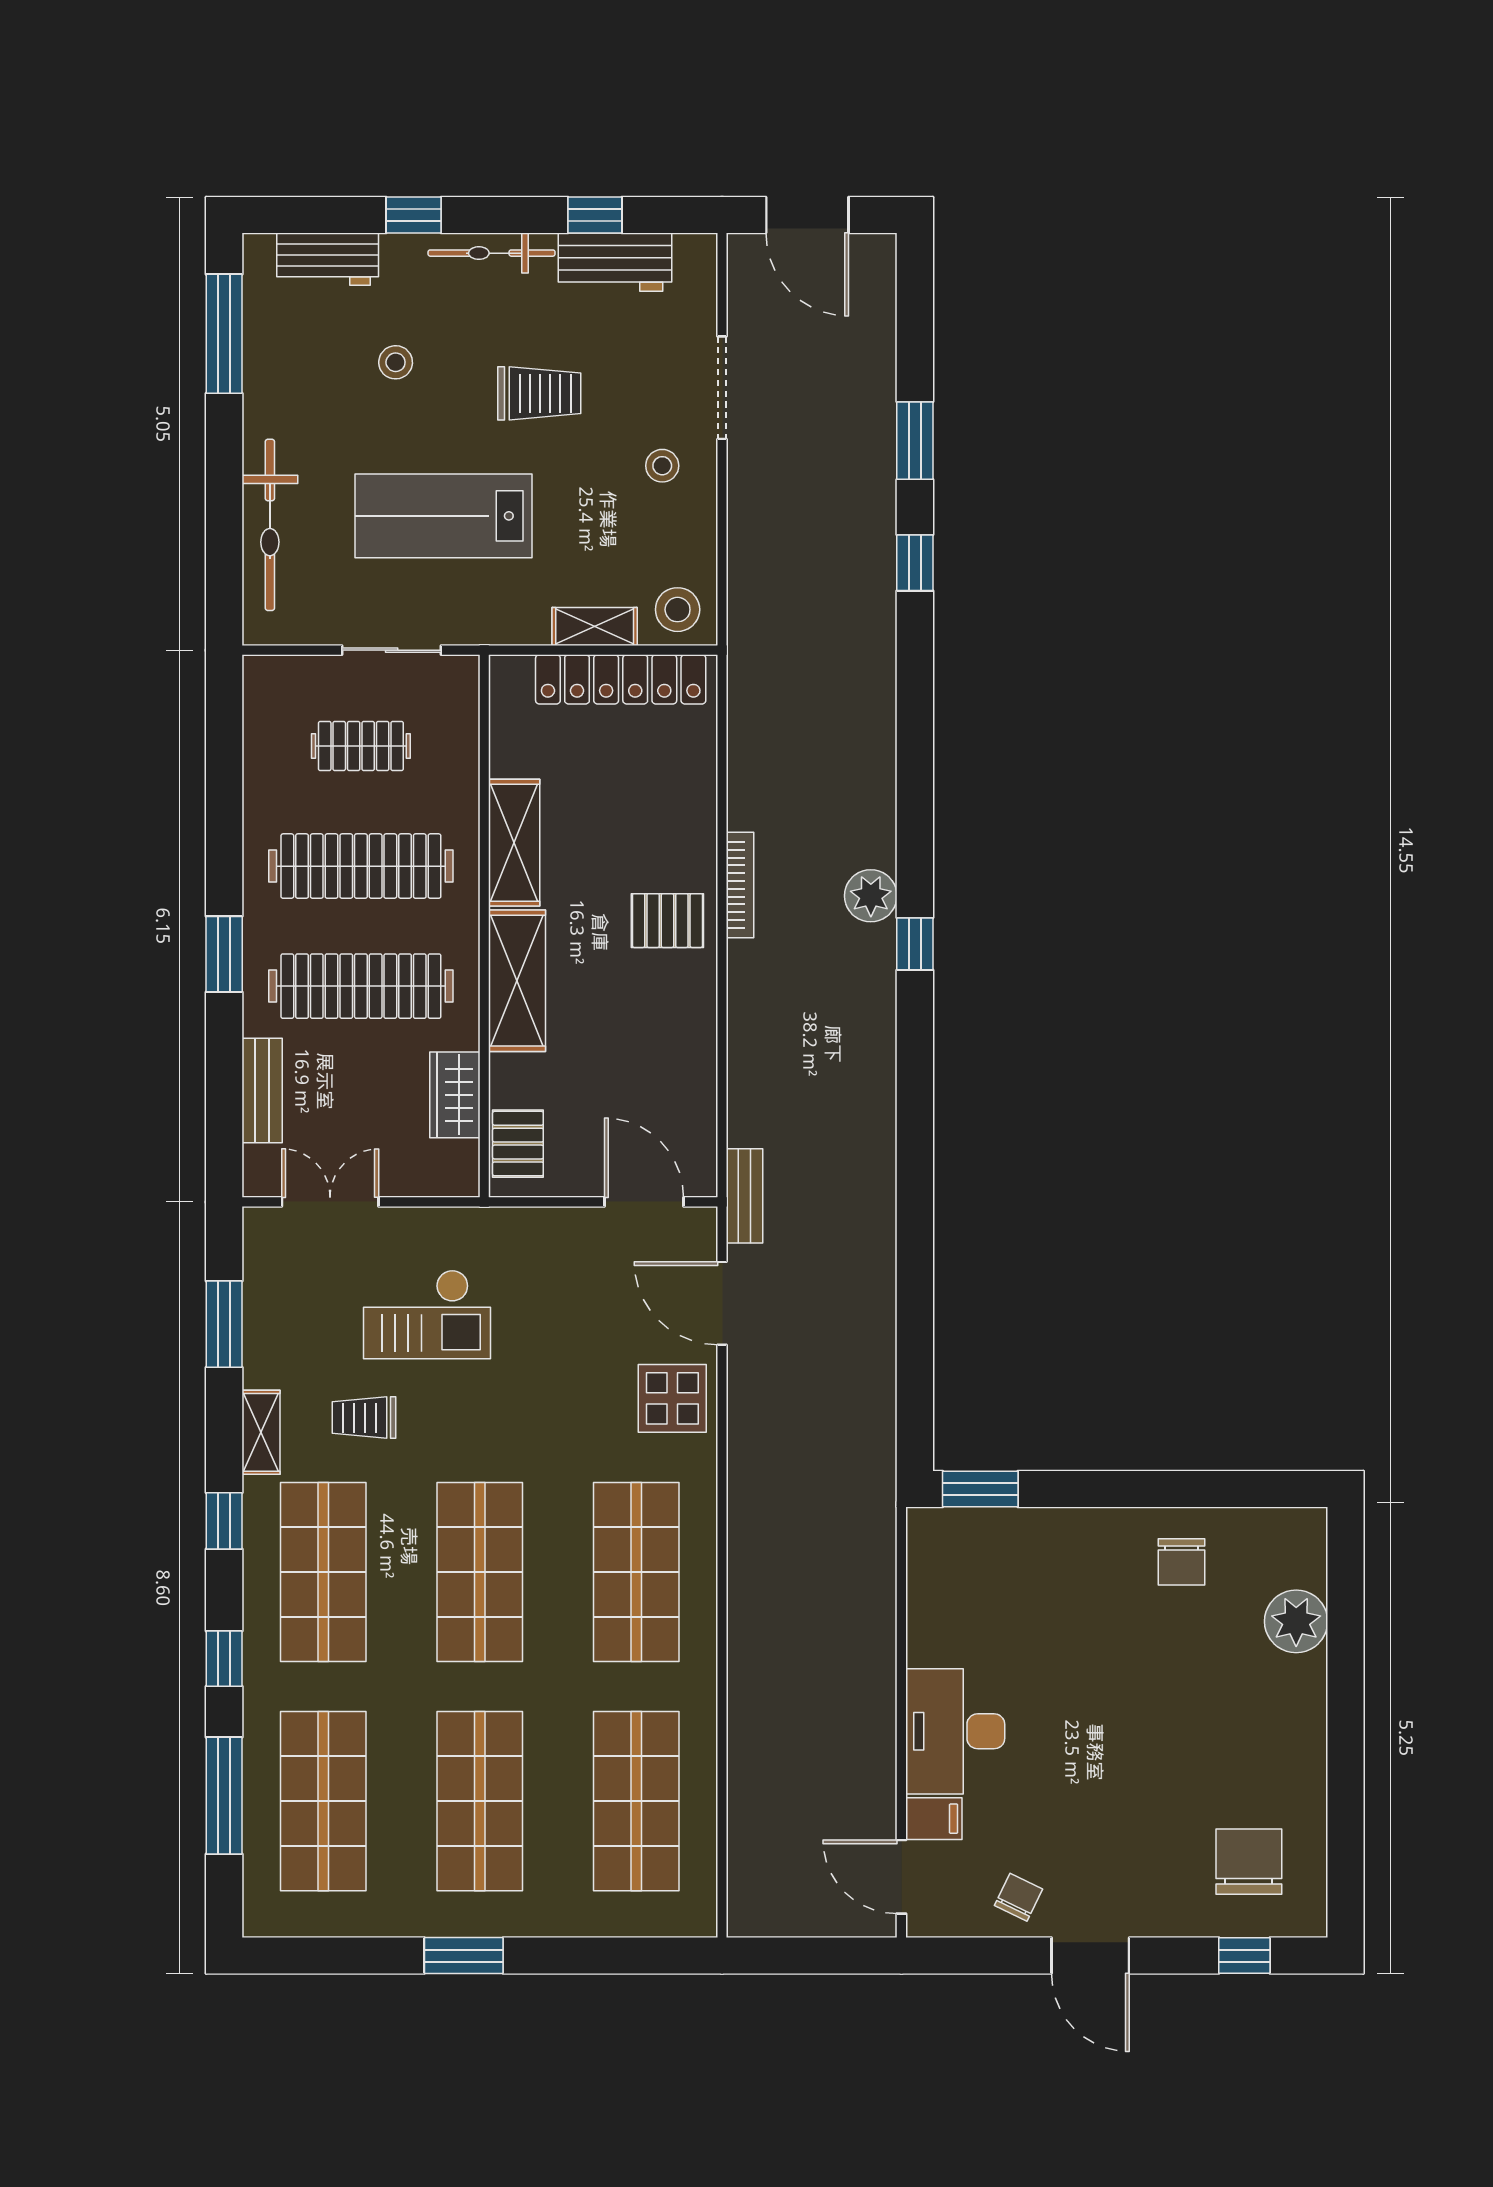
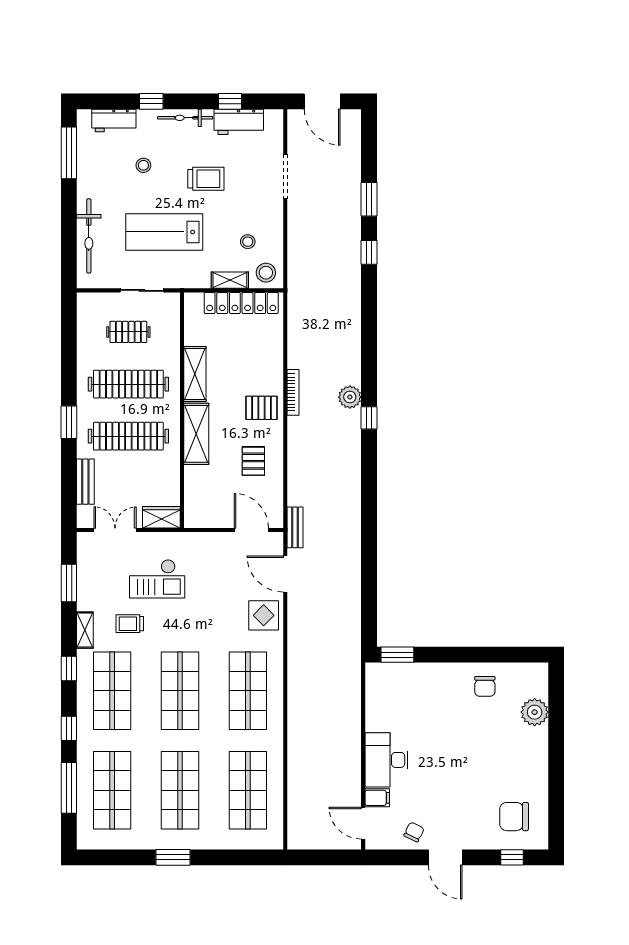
stool: (662, 466) -> (248, 242), moved
wardrobe: (455, 1095) -> (161, 517), moved, turned 90
pallet: (518, 1144) -> (253, 461), moved
chair: (1249, 1862) -> (514, 817), turned -90

